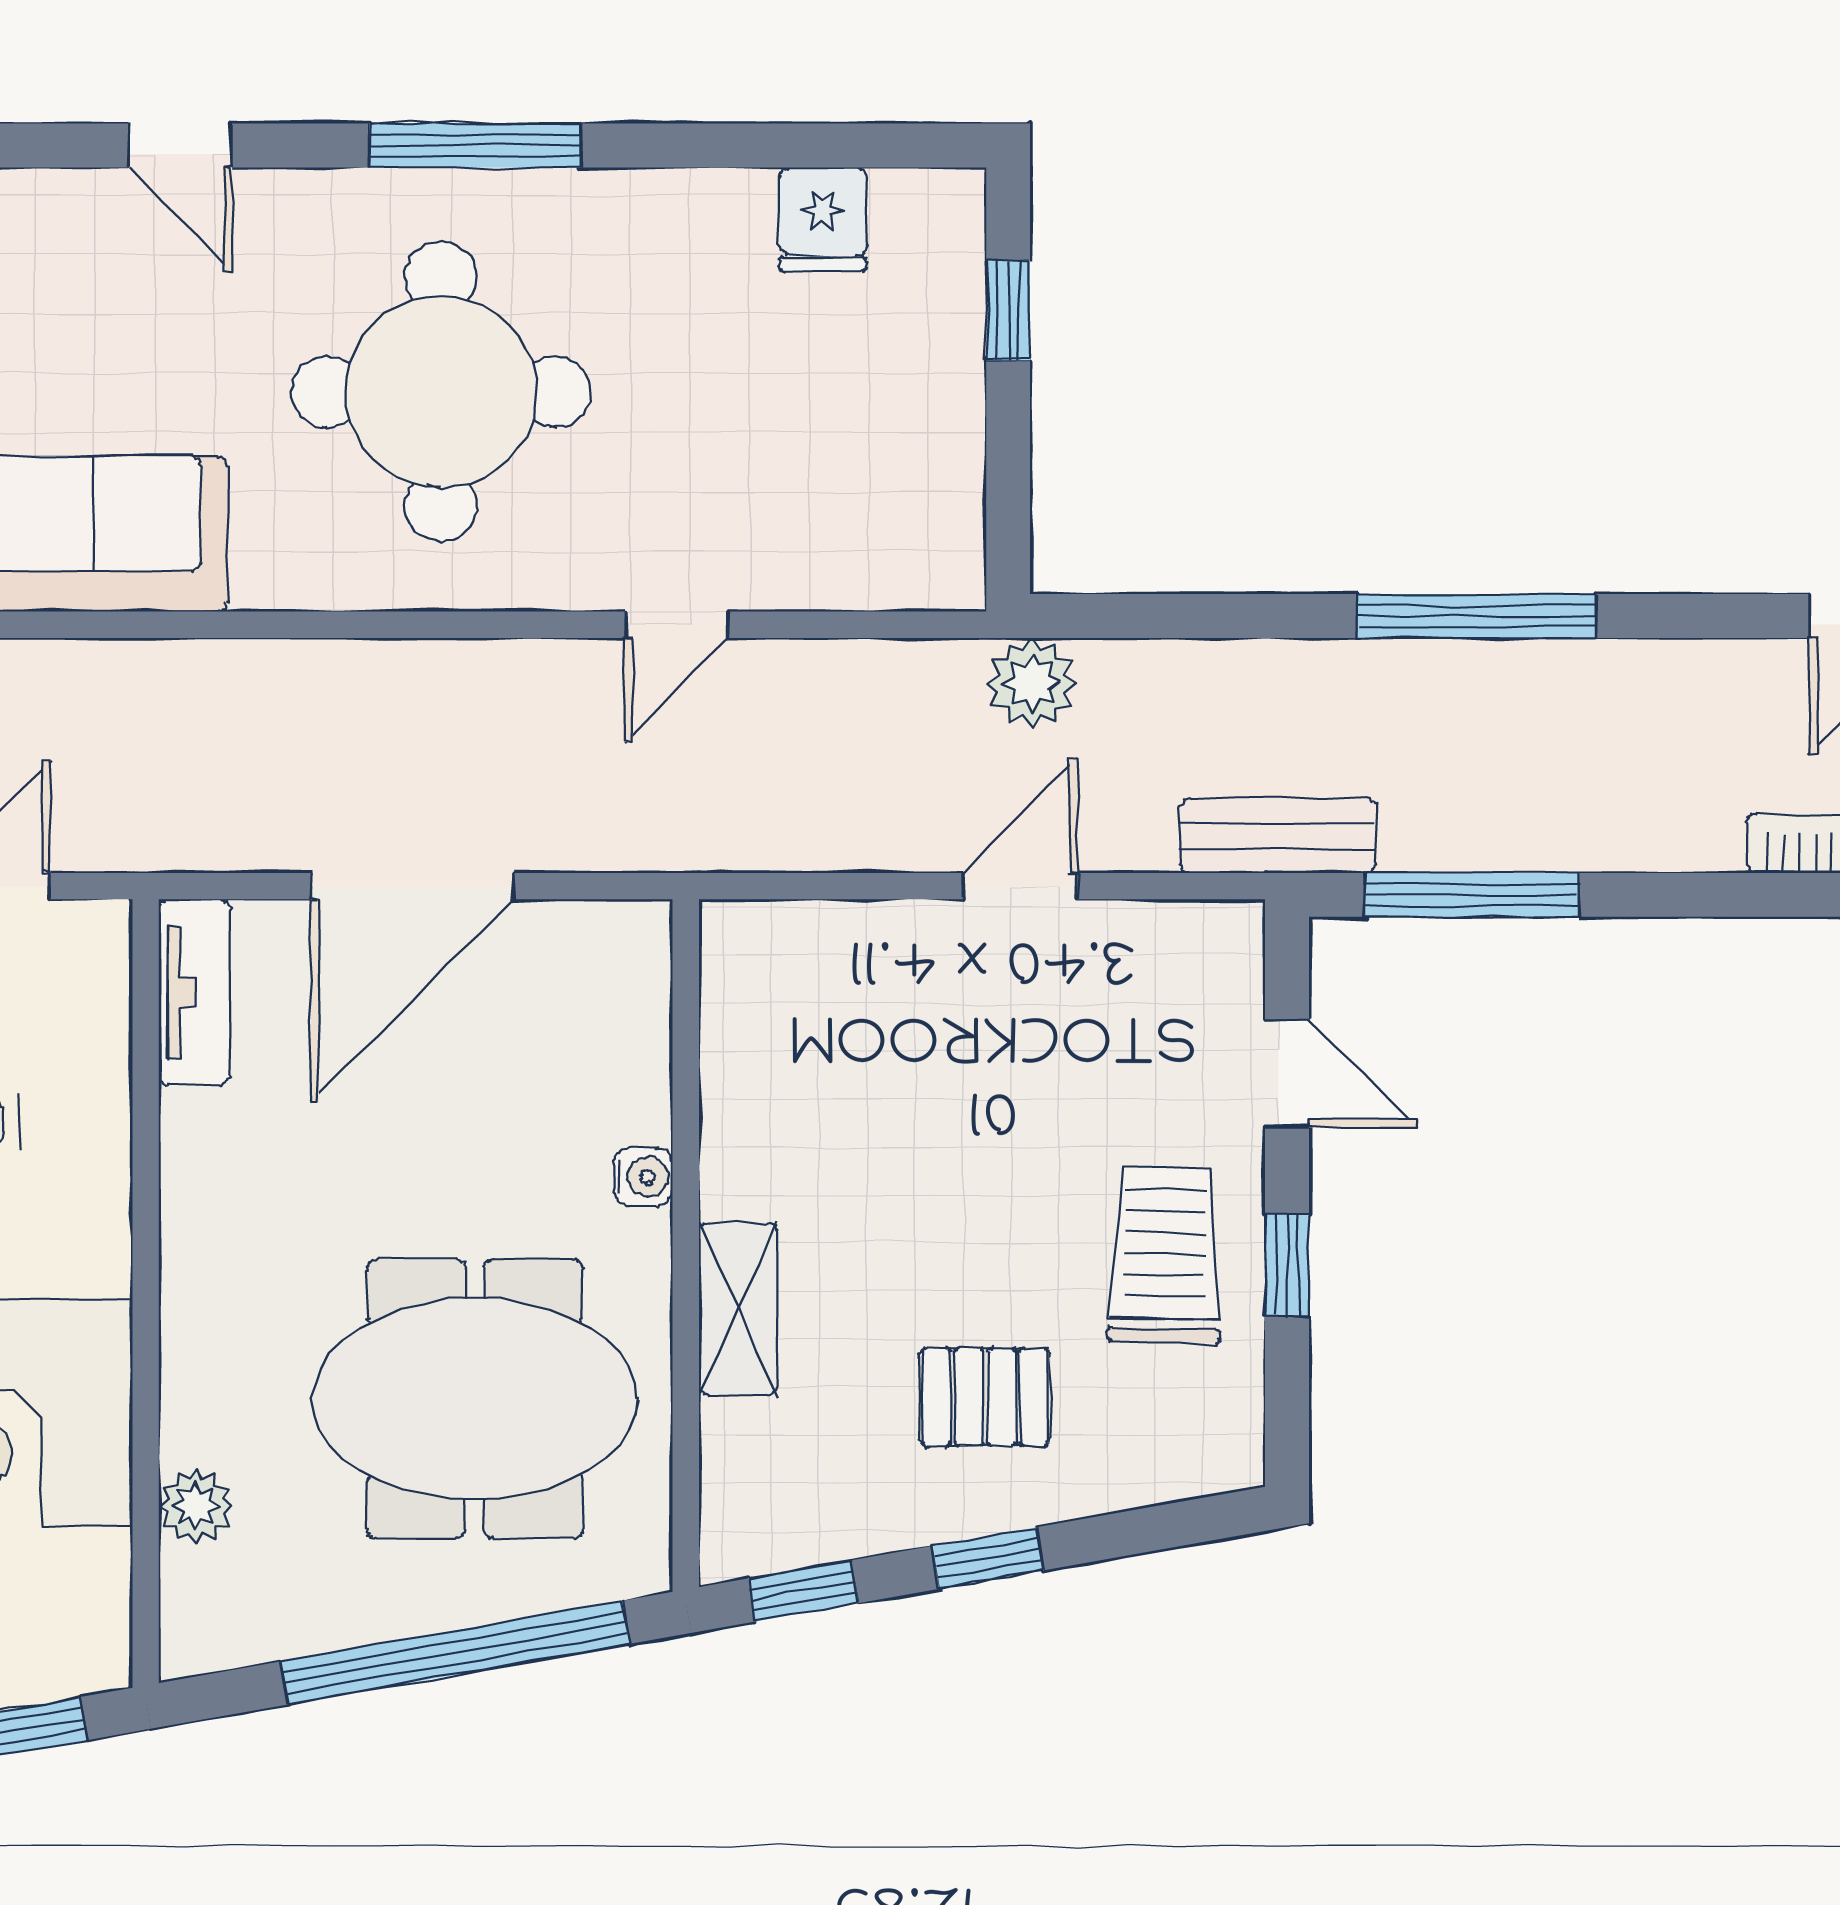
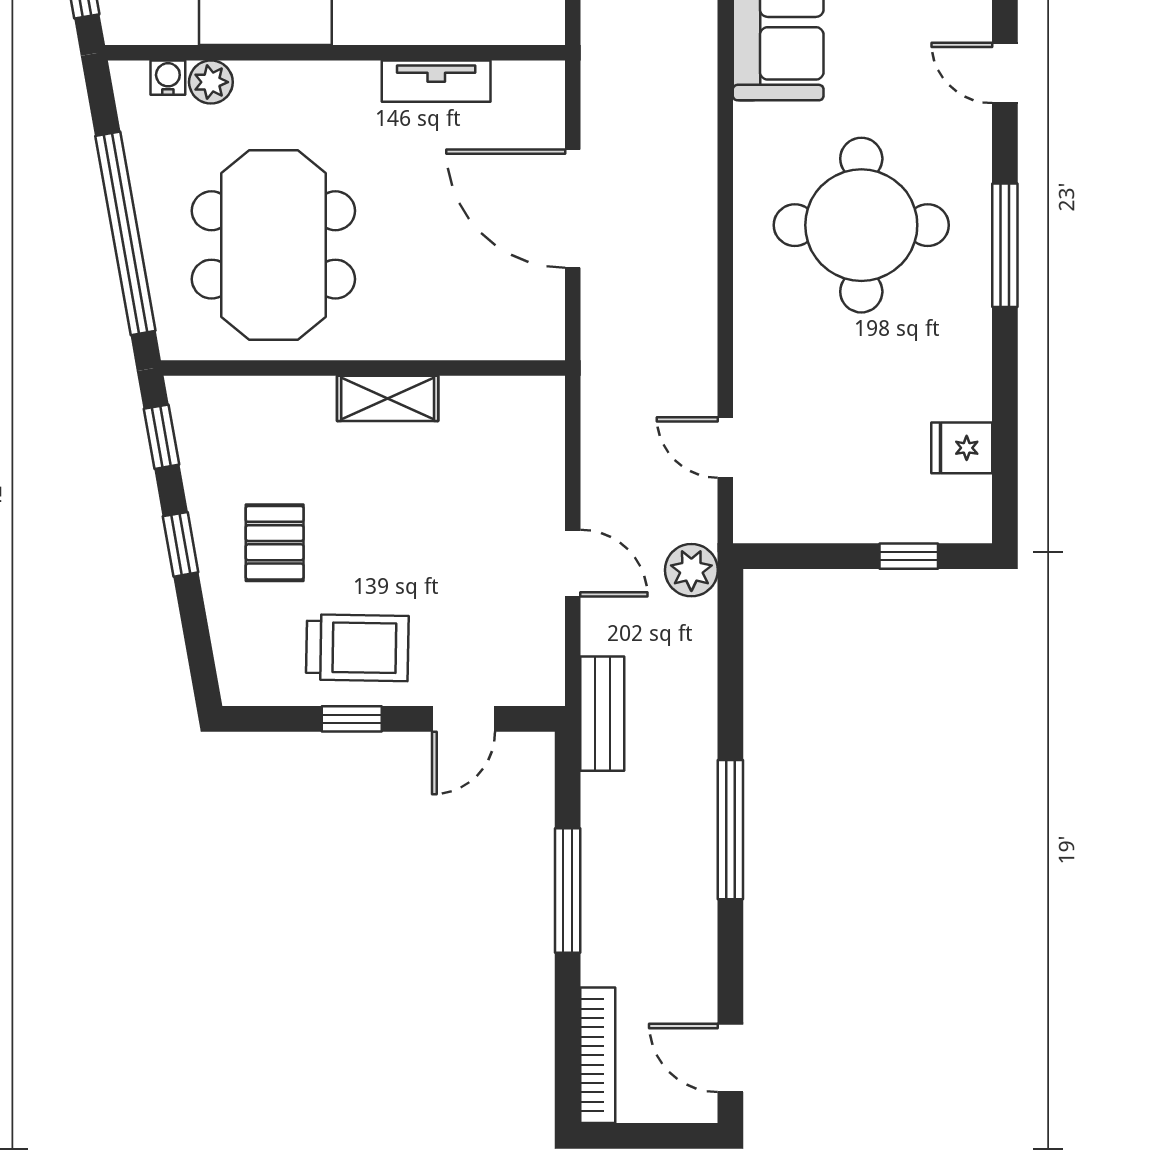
door: (180, 146) -> (1005, 73), hinge flipped
door: (677, 625) -> (725, 447), moved
window: (1472, 895) -> (568, 890), moved
tv unit: (194, 992) -> (436, 81), moved
water cooler: (643, 1177) -> (168, 78), moved, turned 180
shelving: (738, 1309) -> (388, 398), moved

